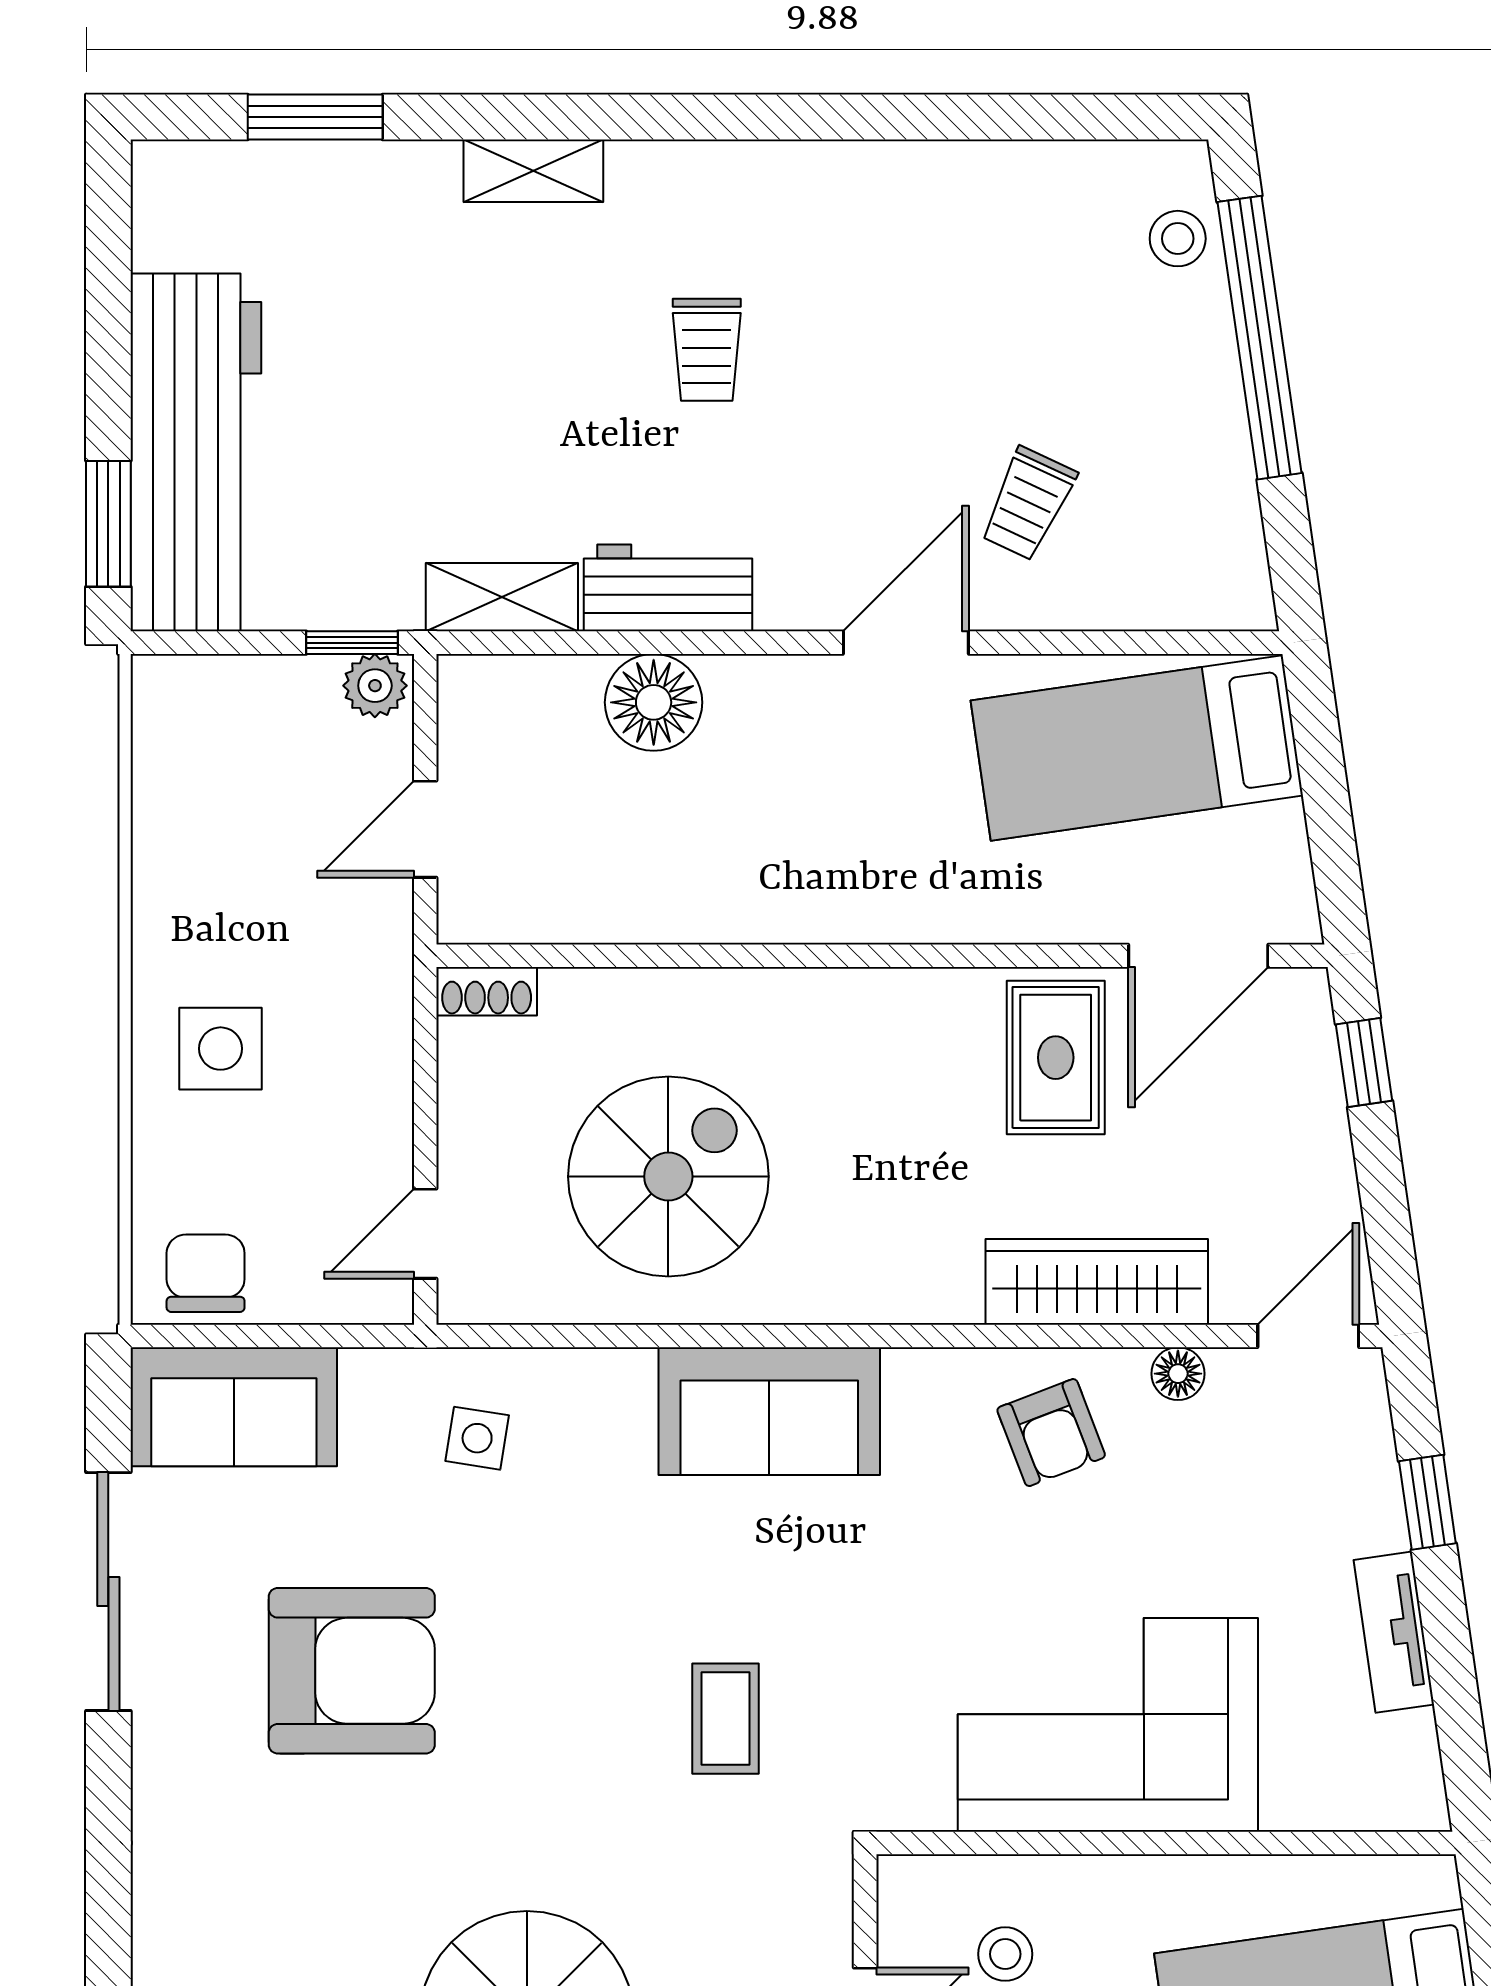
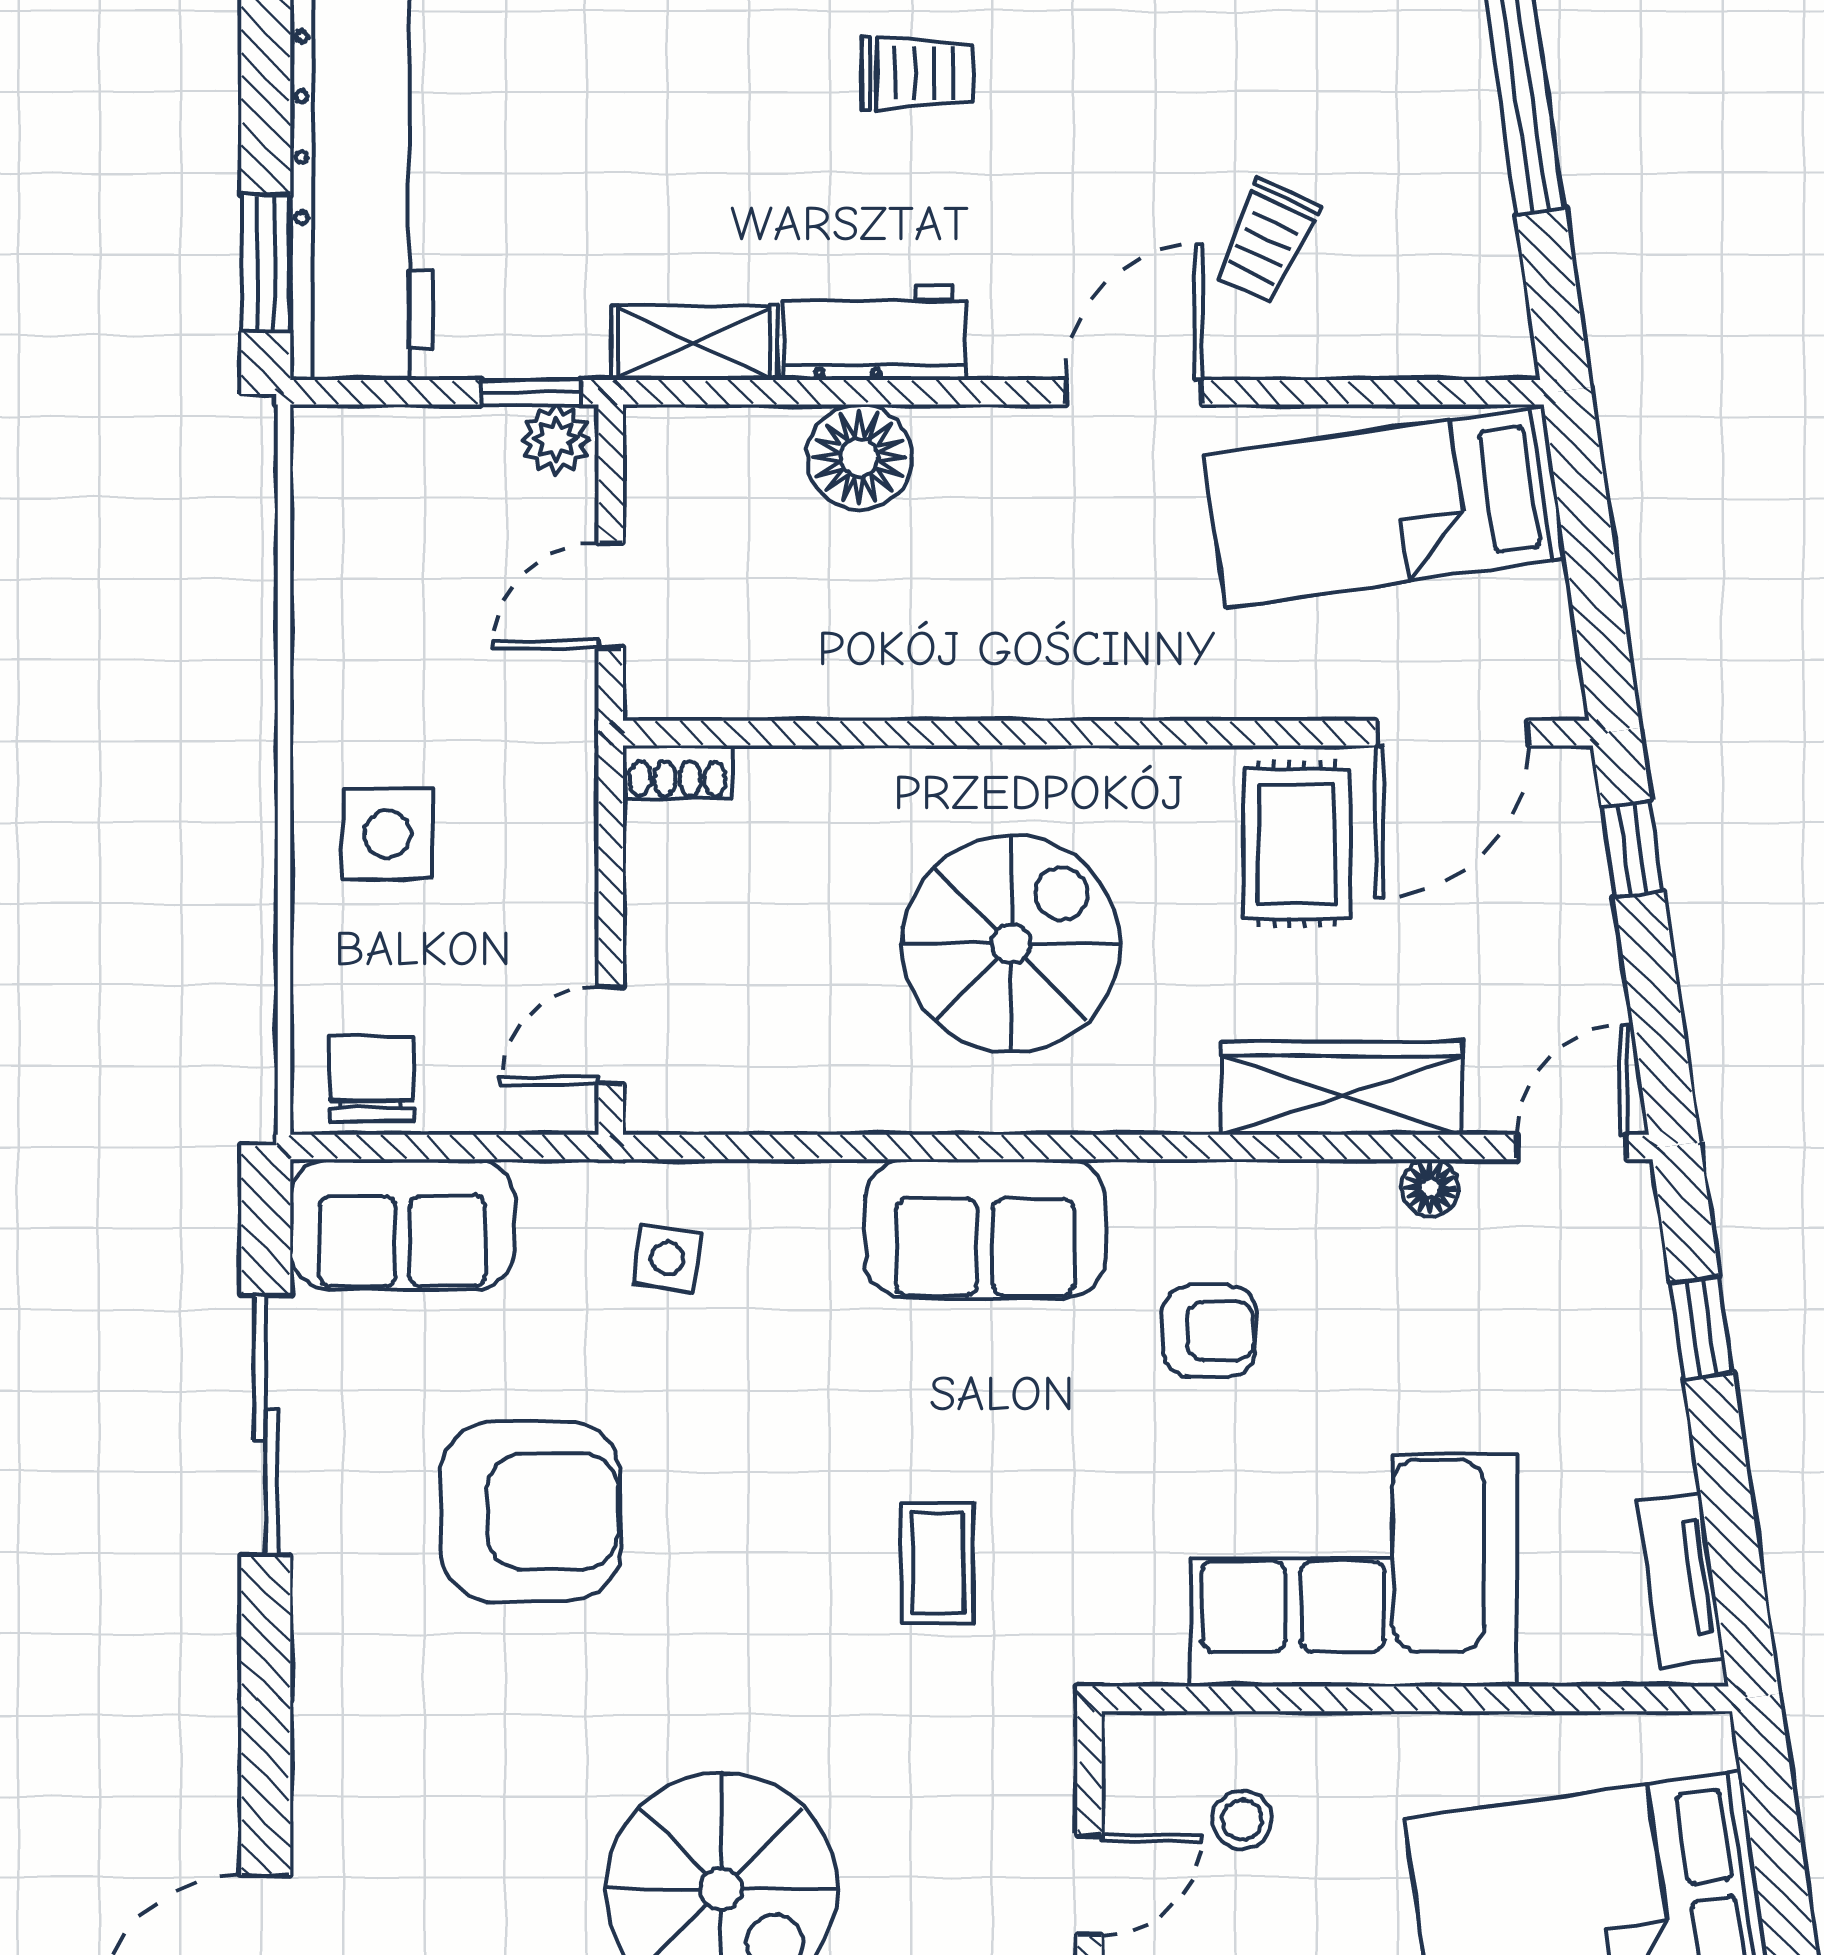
trolley: (707, 350) -> (917, 74), turned -90
spiral stairs: (668, 1177) -> (1011, 944), moved
armchair: (1051, 1433) -> (1209, 1331), moved, turned -69
tv unit: (1394, 1632) -> (1681, 1580), moved

